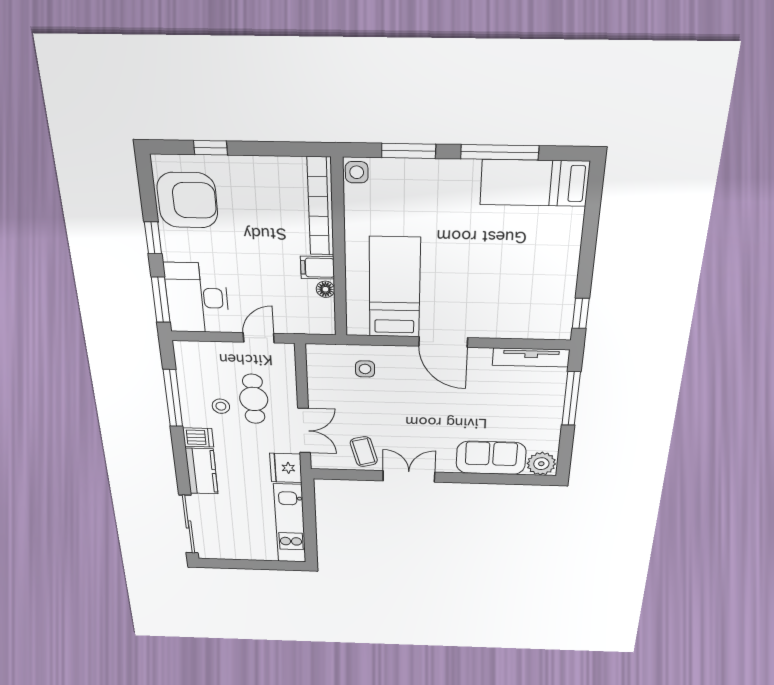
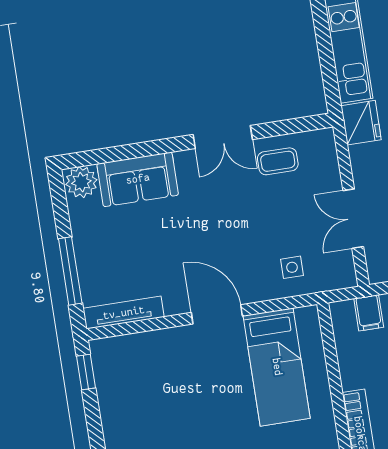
filing cabinet: (317, 268) -> (369, 313), moved, turned 90
floor lamp: (325, 289) -> (345, 353), removed
double door: (304, 431) -> (353, 219), moved
coffee table: (364, 452) -> (278, 161), turned -75

